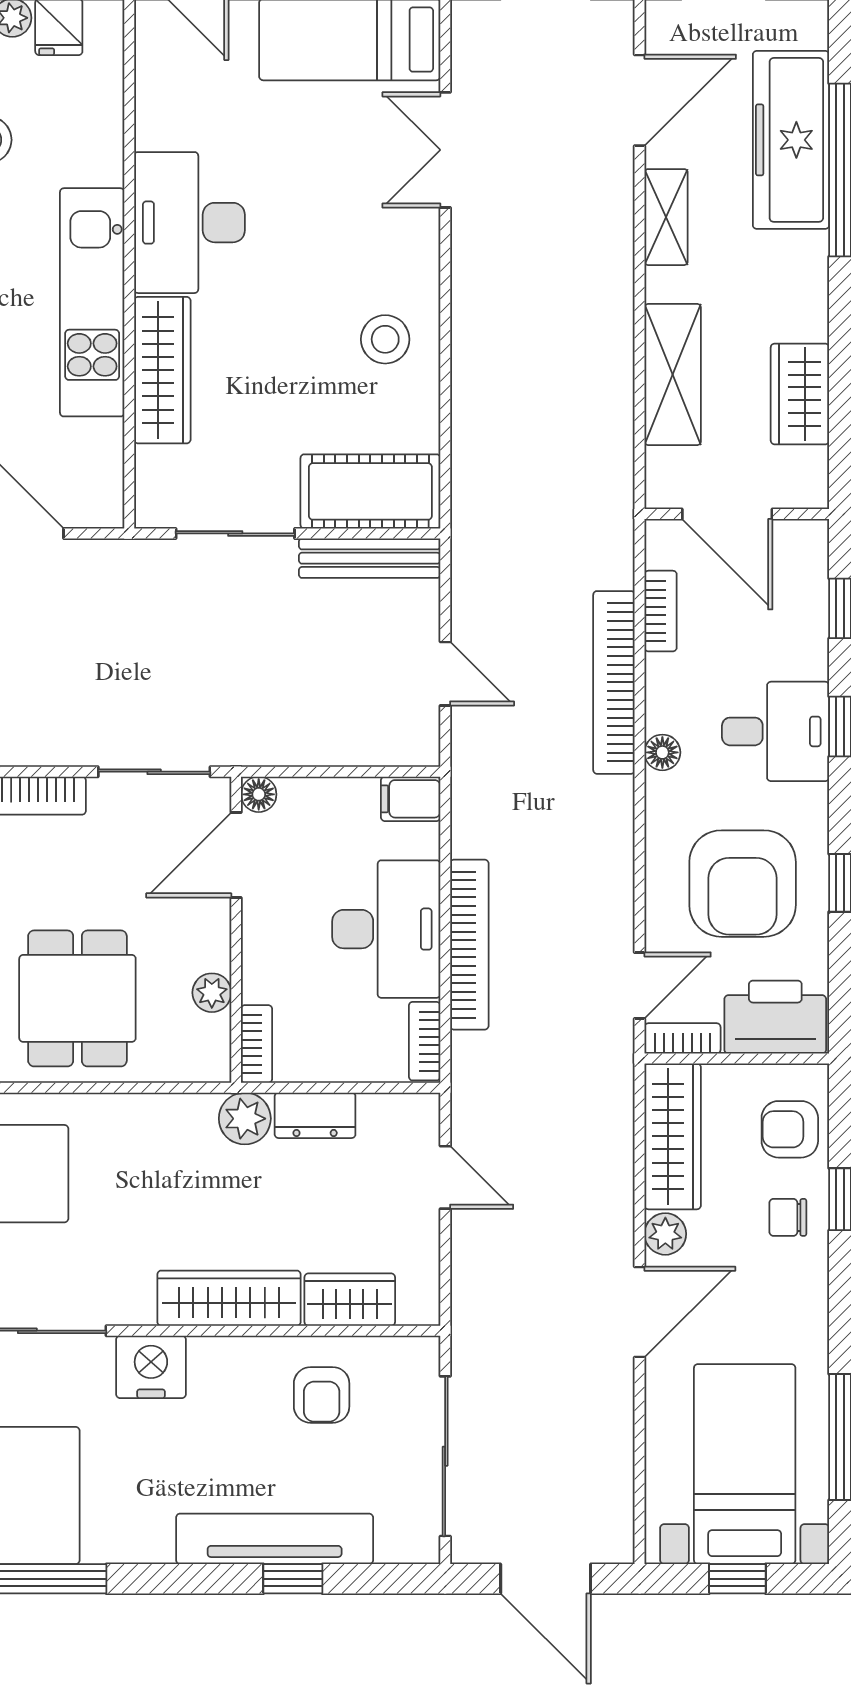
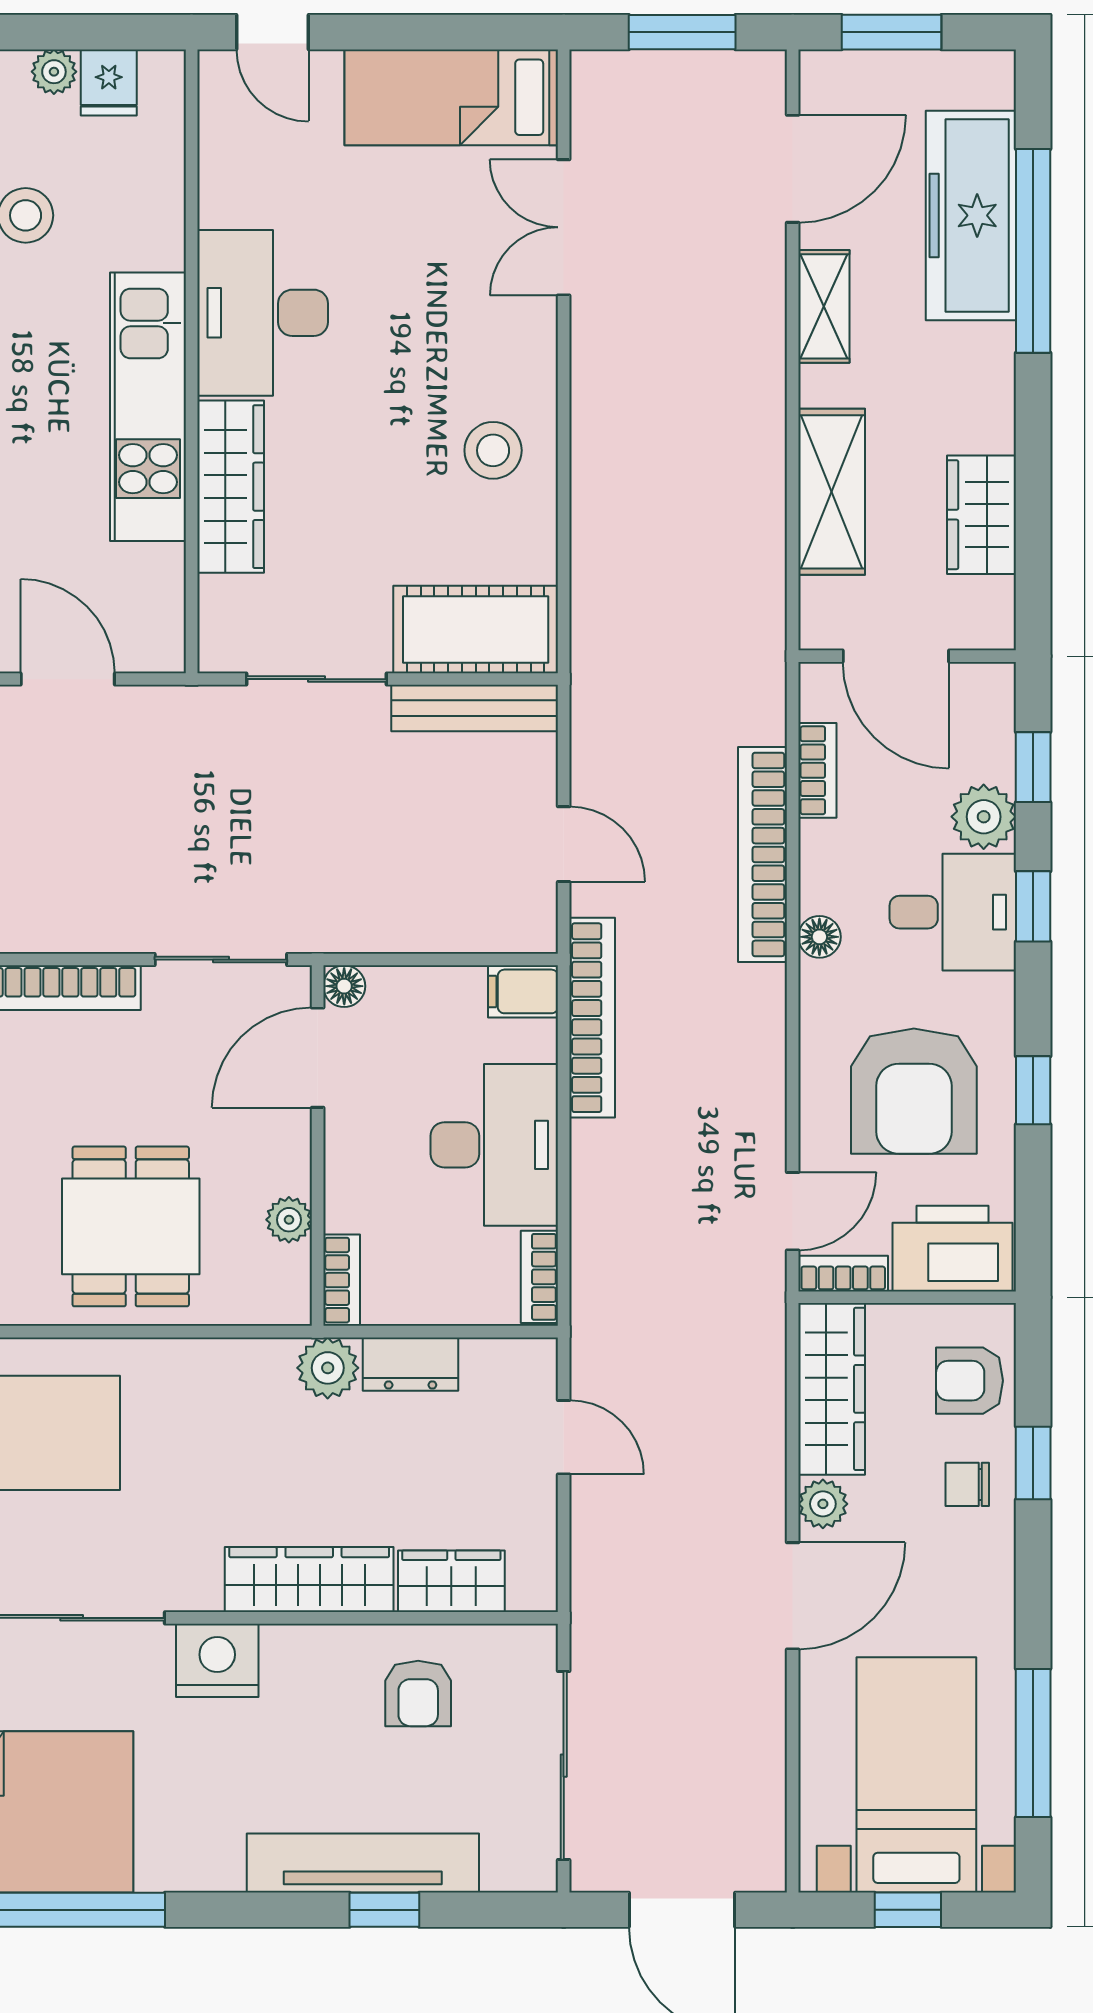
plant: (802, 650) -> (984, 817), added
bookcase: (469, 945) -> (592, 1018), moved

